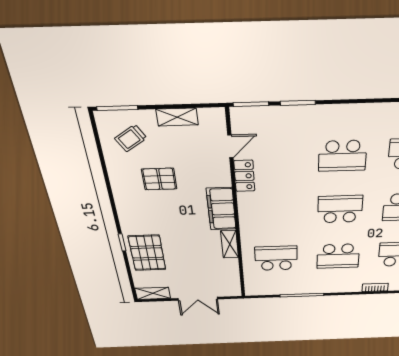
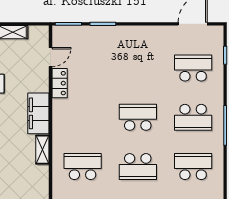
school desk: (342, 156) -> (138, 68), removed

